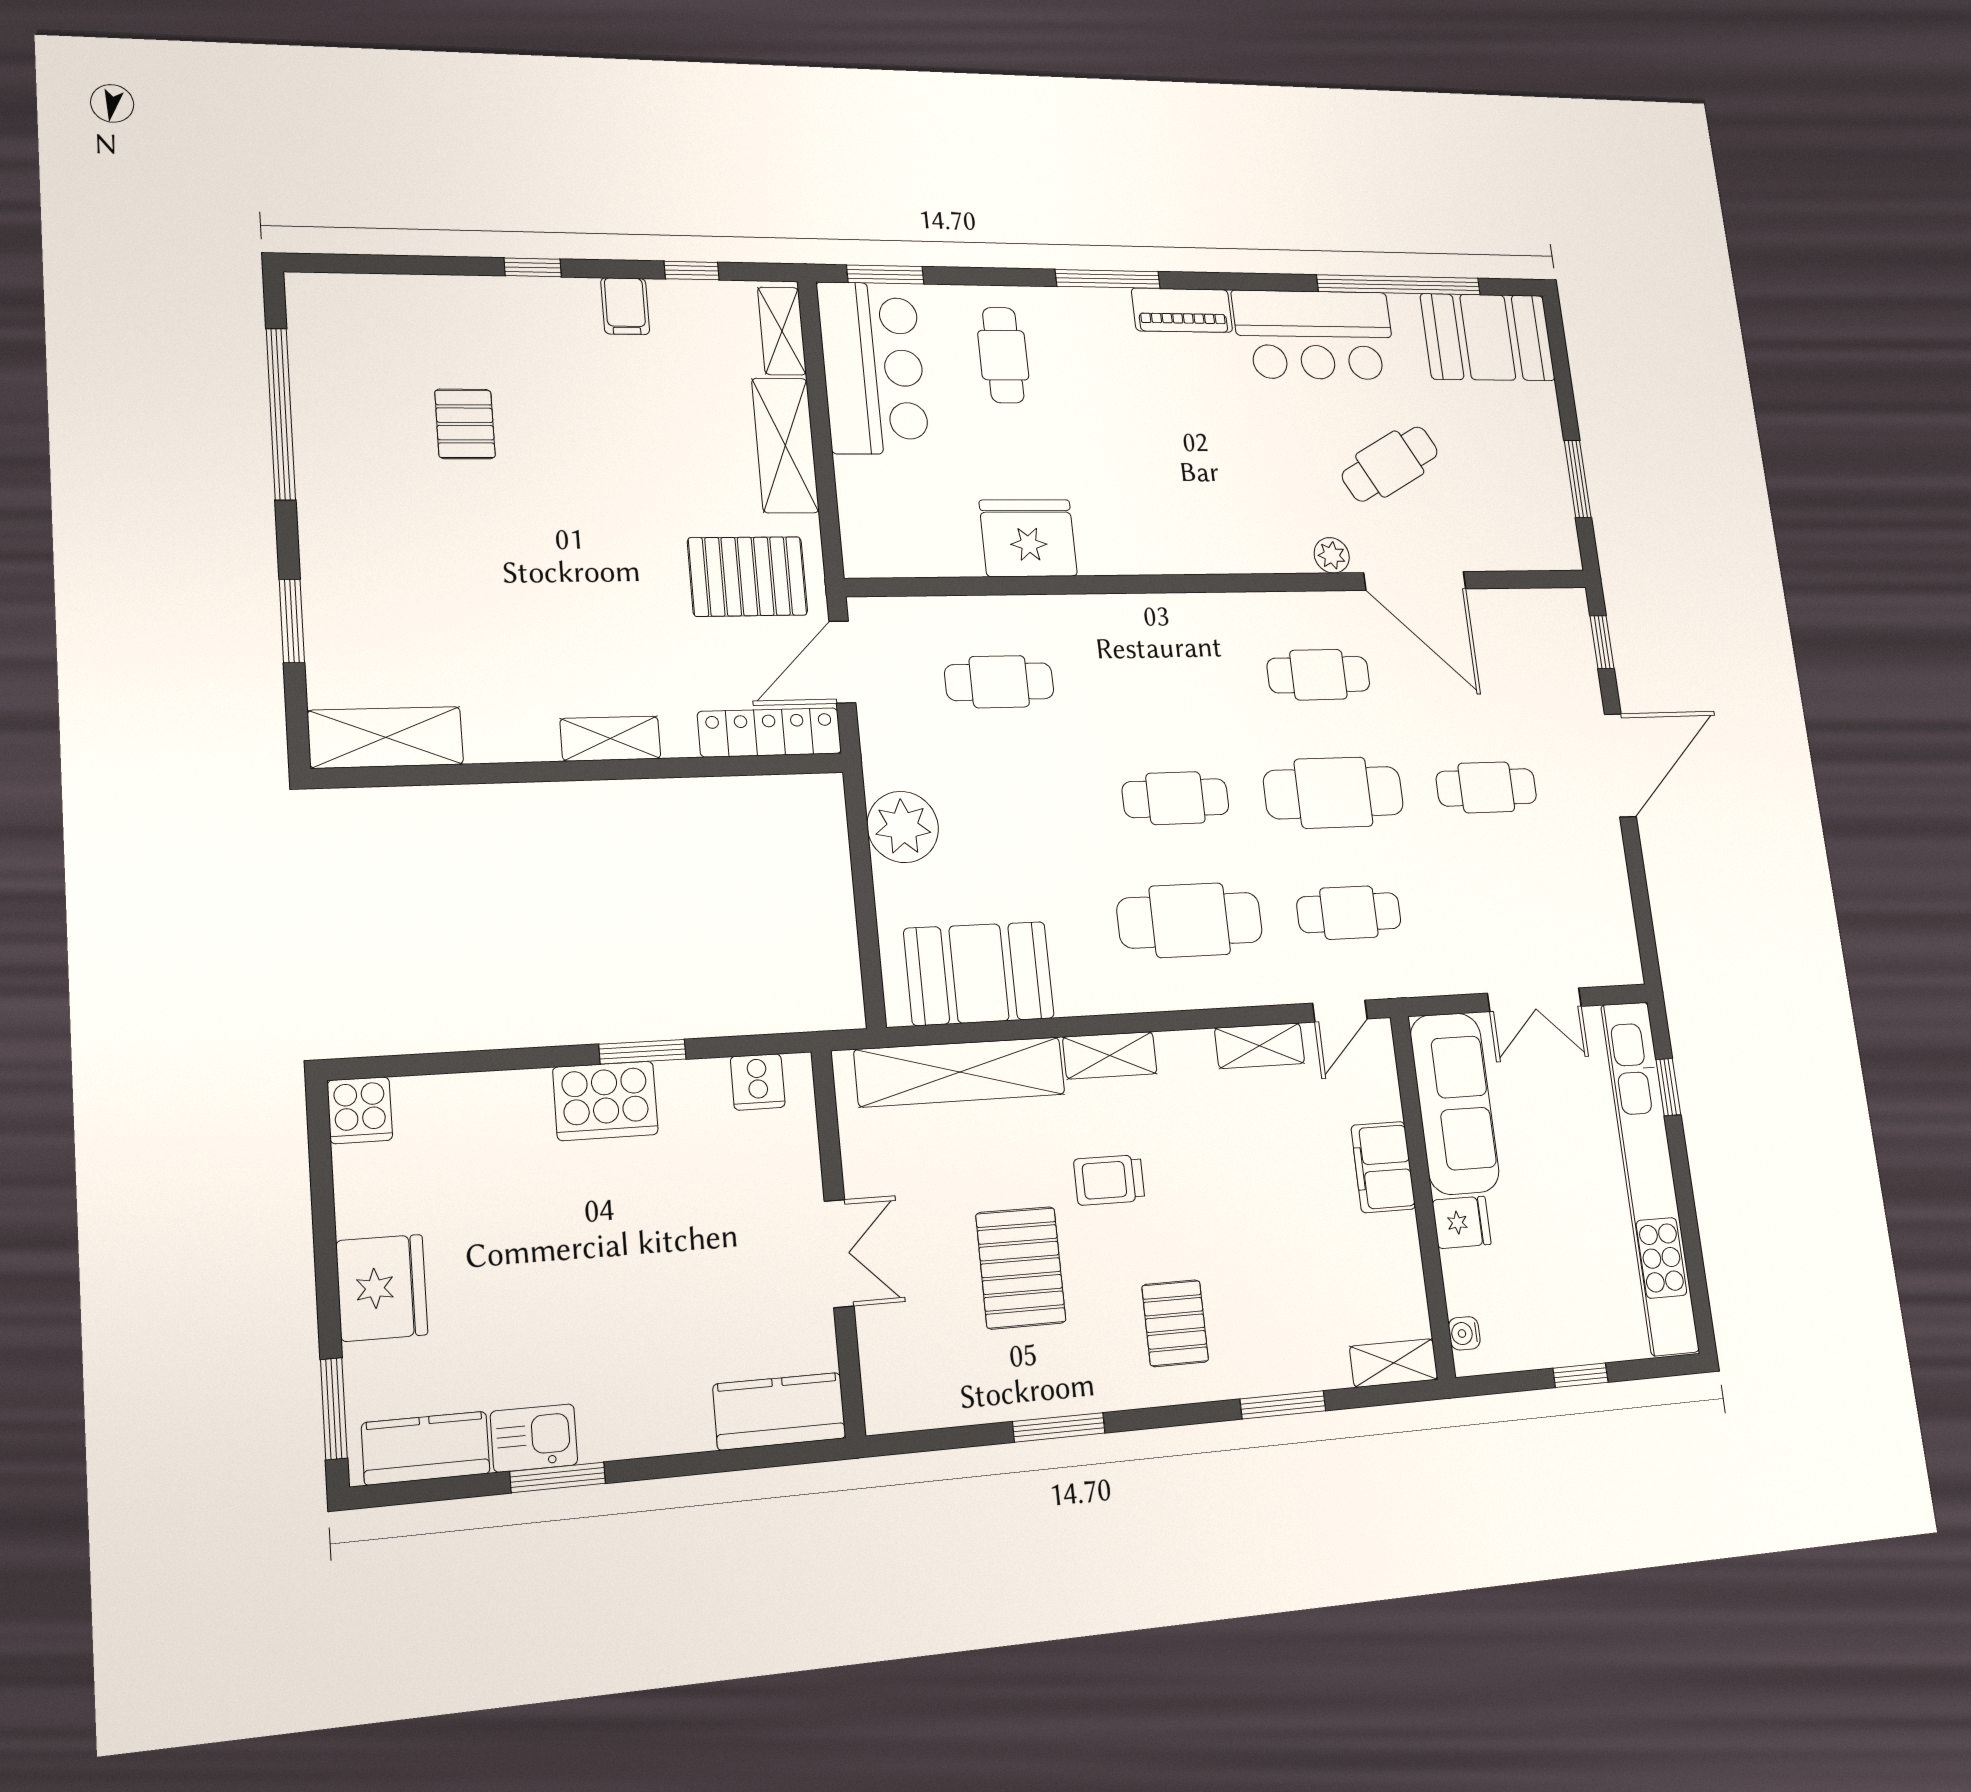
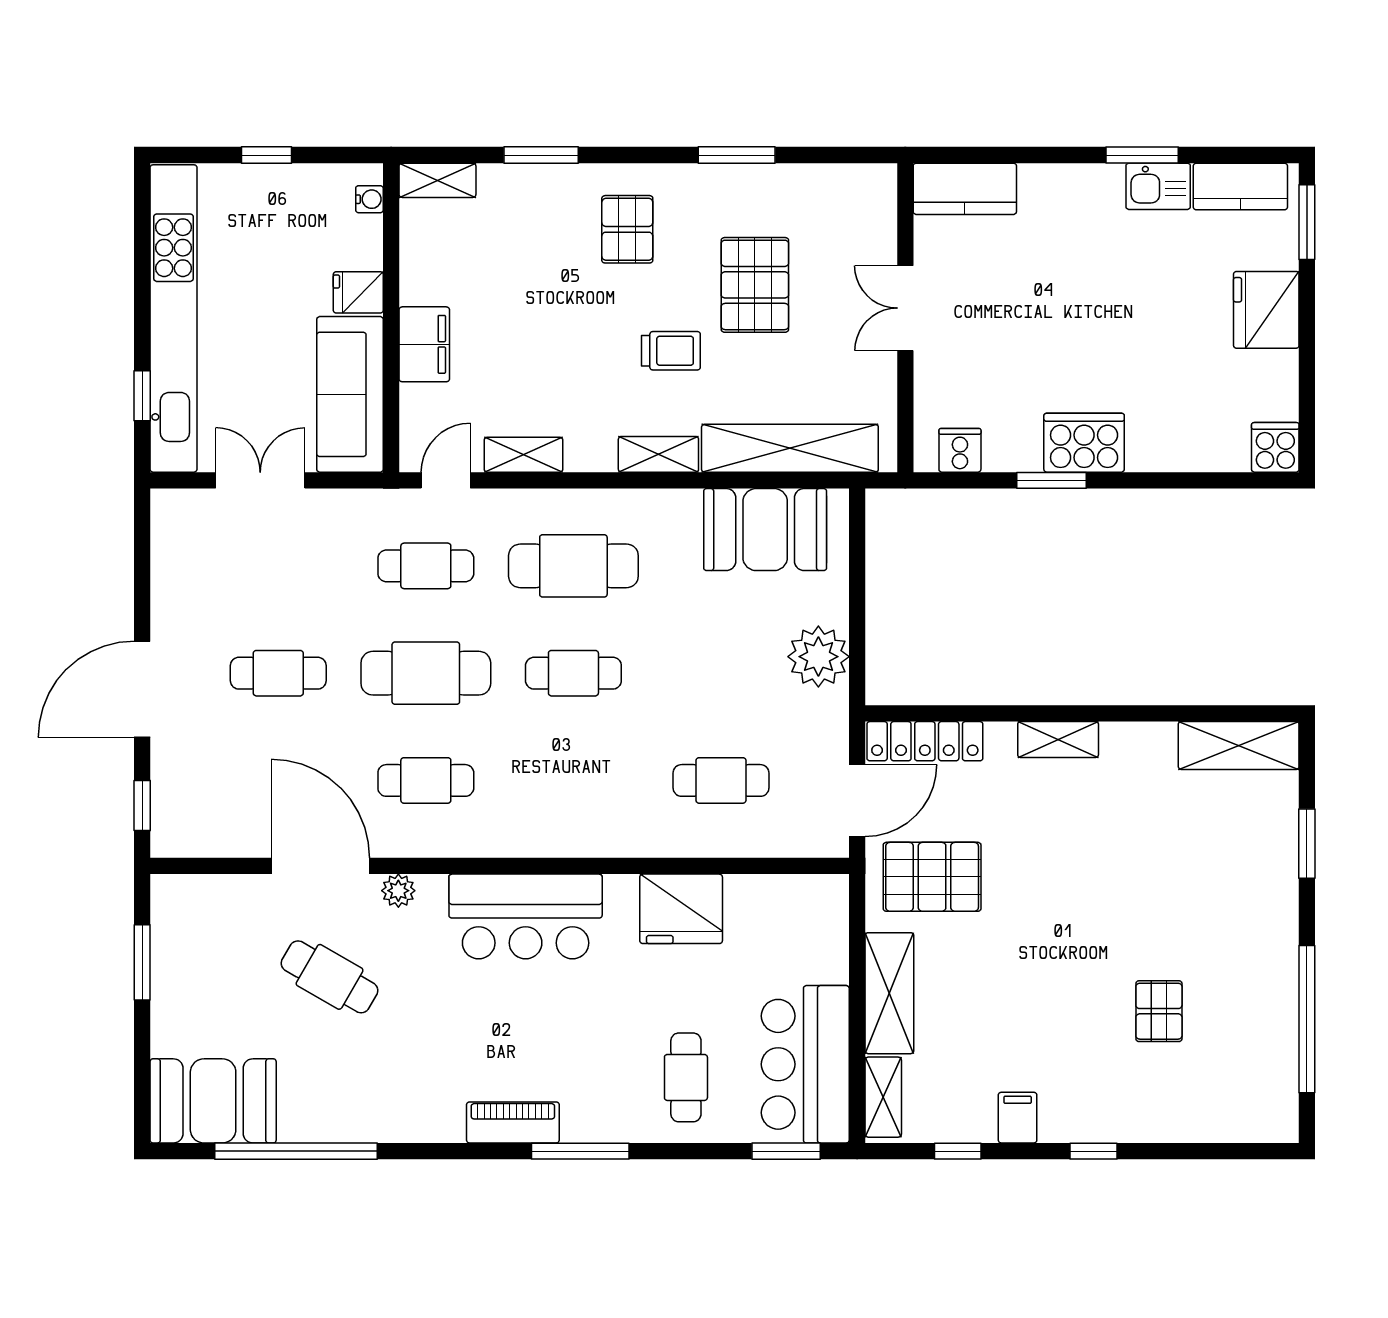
bar counter: (1314, 335) -> (526, 916), moved, turned 180
cafe table: (1390, 464) -> (330, 977), turned 59

